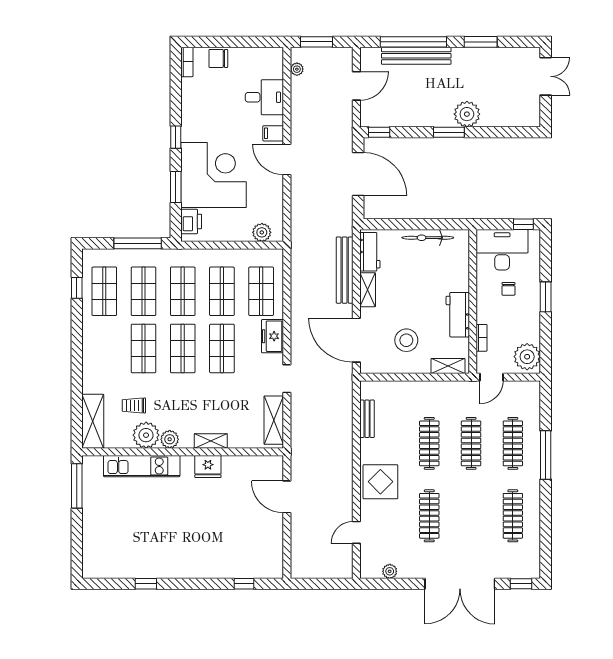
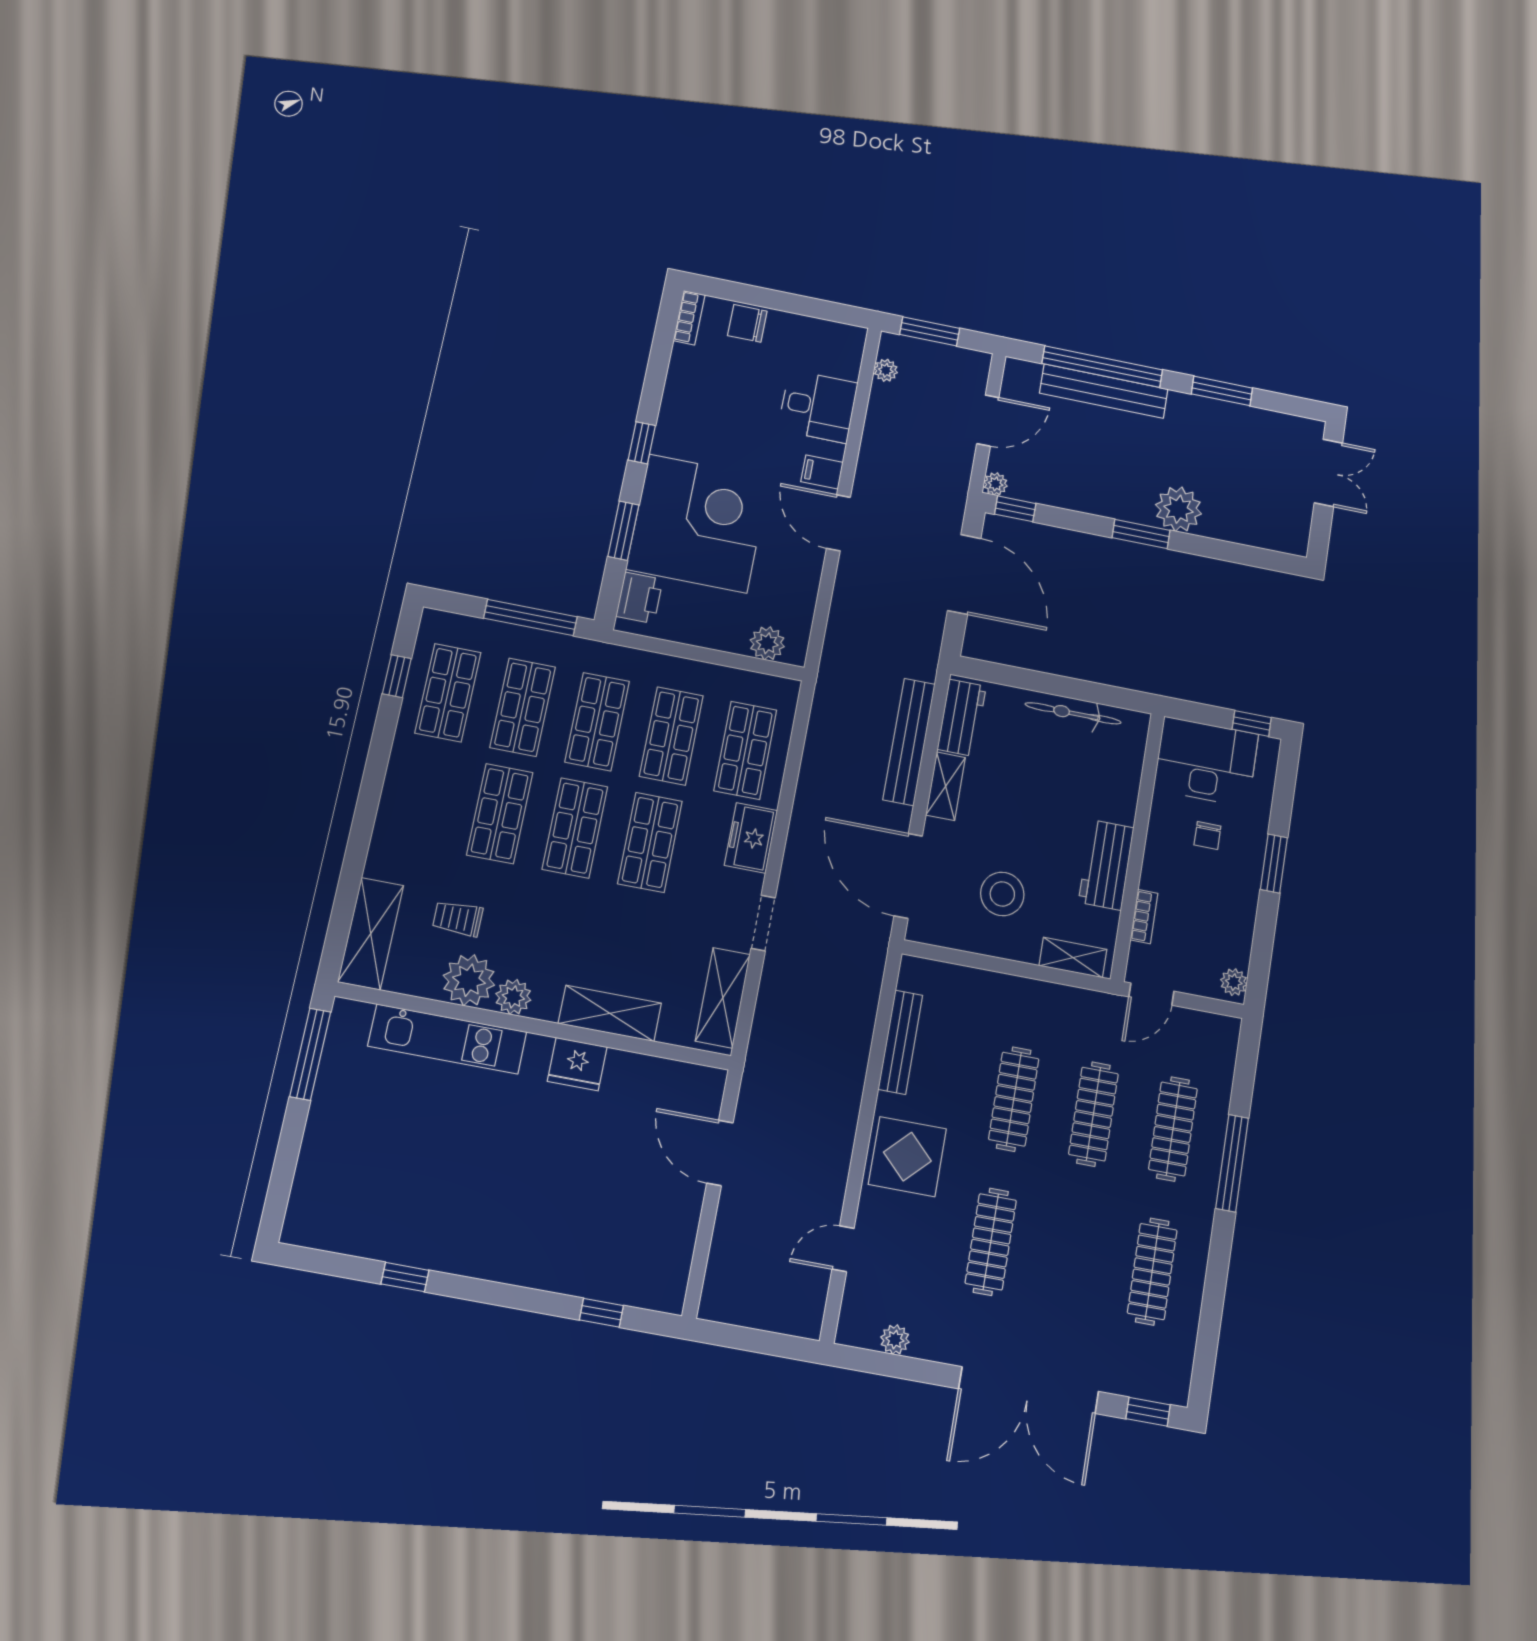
plant: (366, 121) -> (996, 484), added
plant: (527, 357) -> (1234, 982), width x0.53, depth x0.53
bench: (367, 419) -> (900, 1042), width x1.36
shelving: (211, 441) -> (610, 1013), width x1.50, depth x1.33

